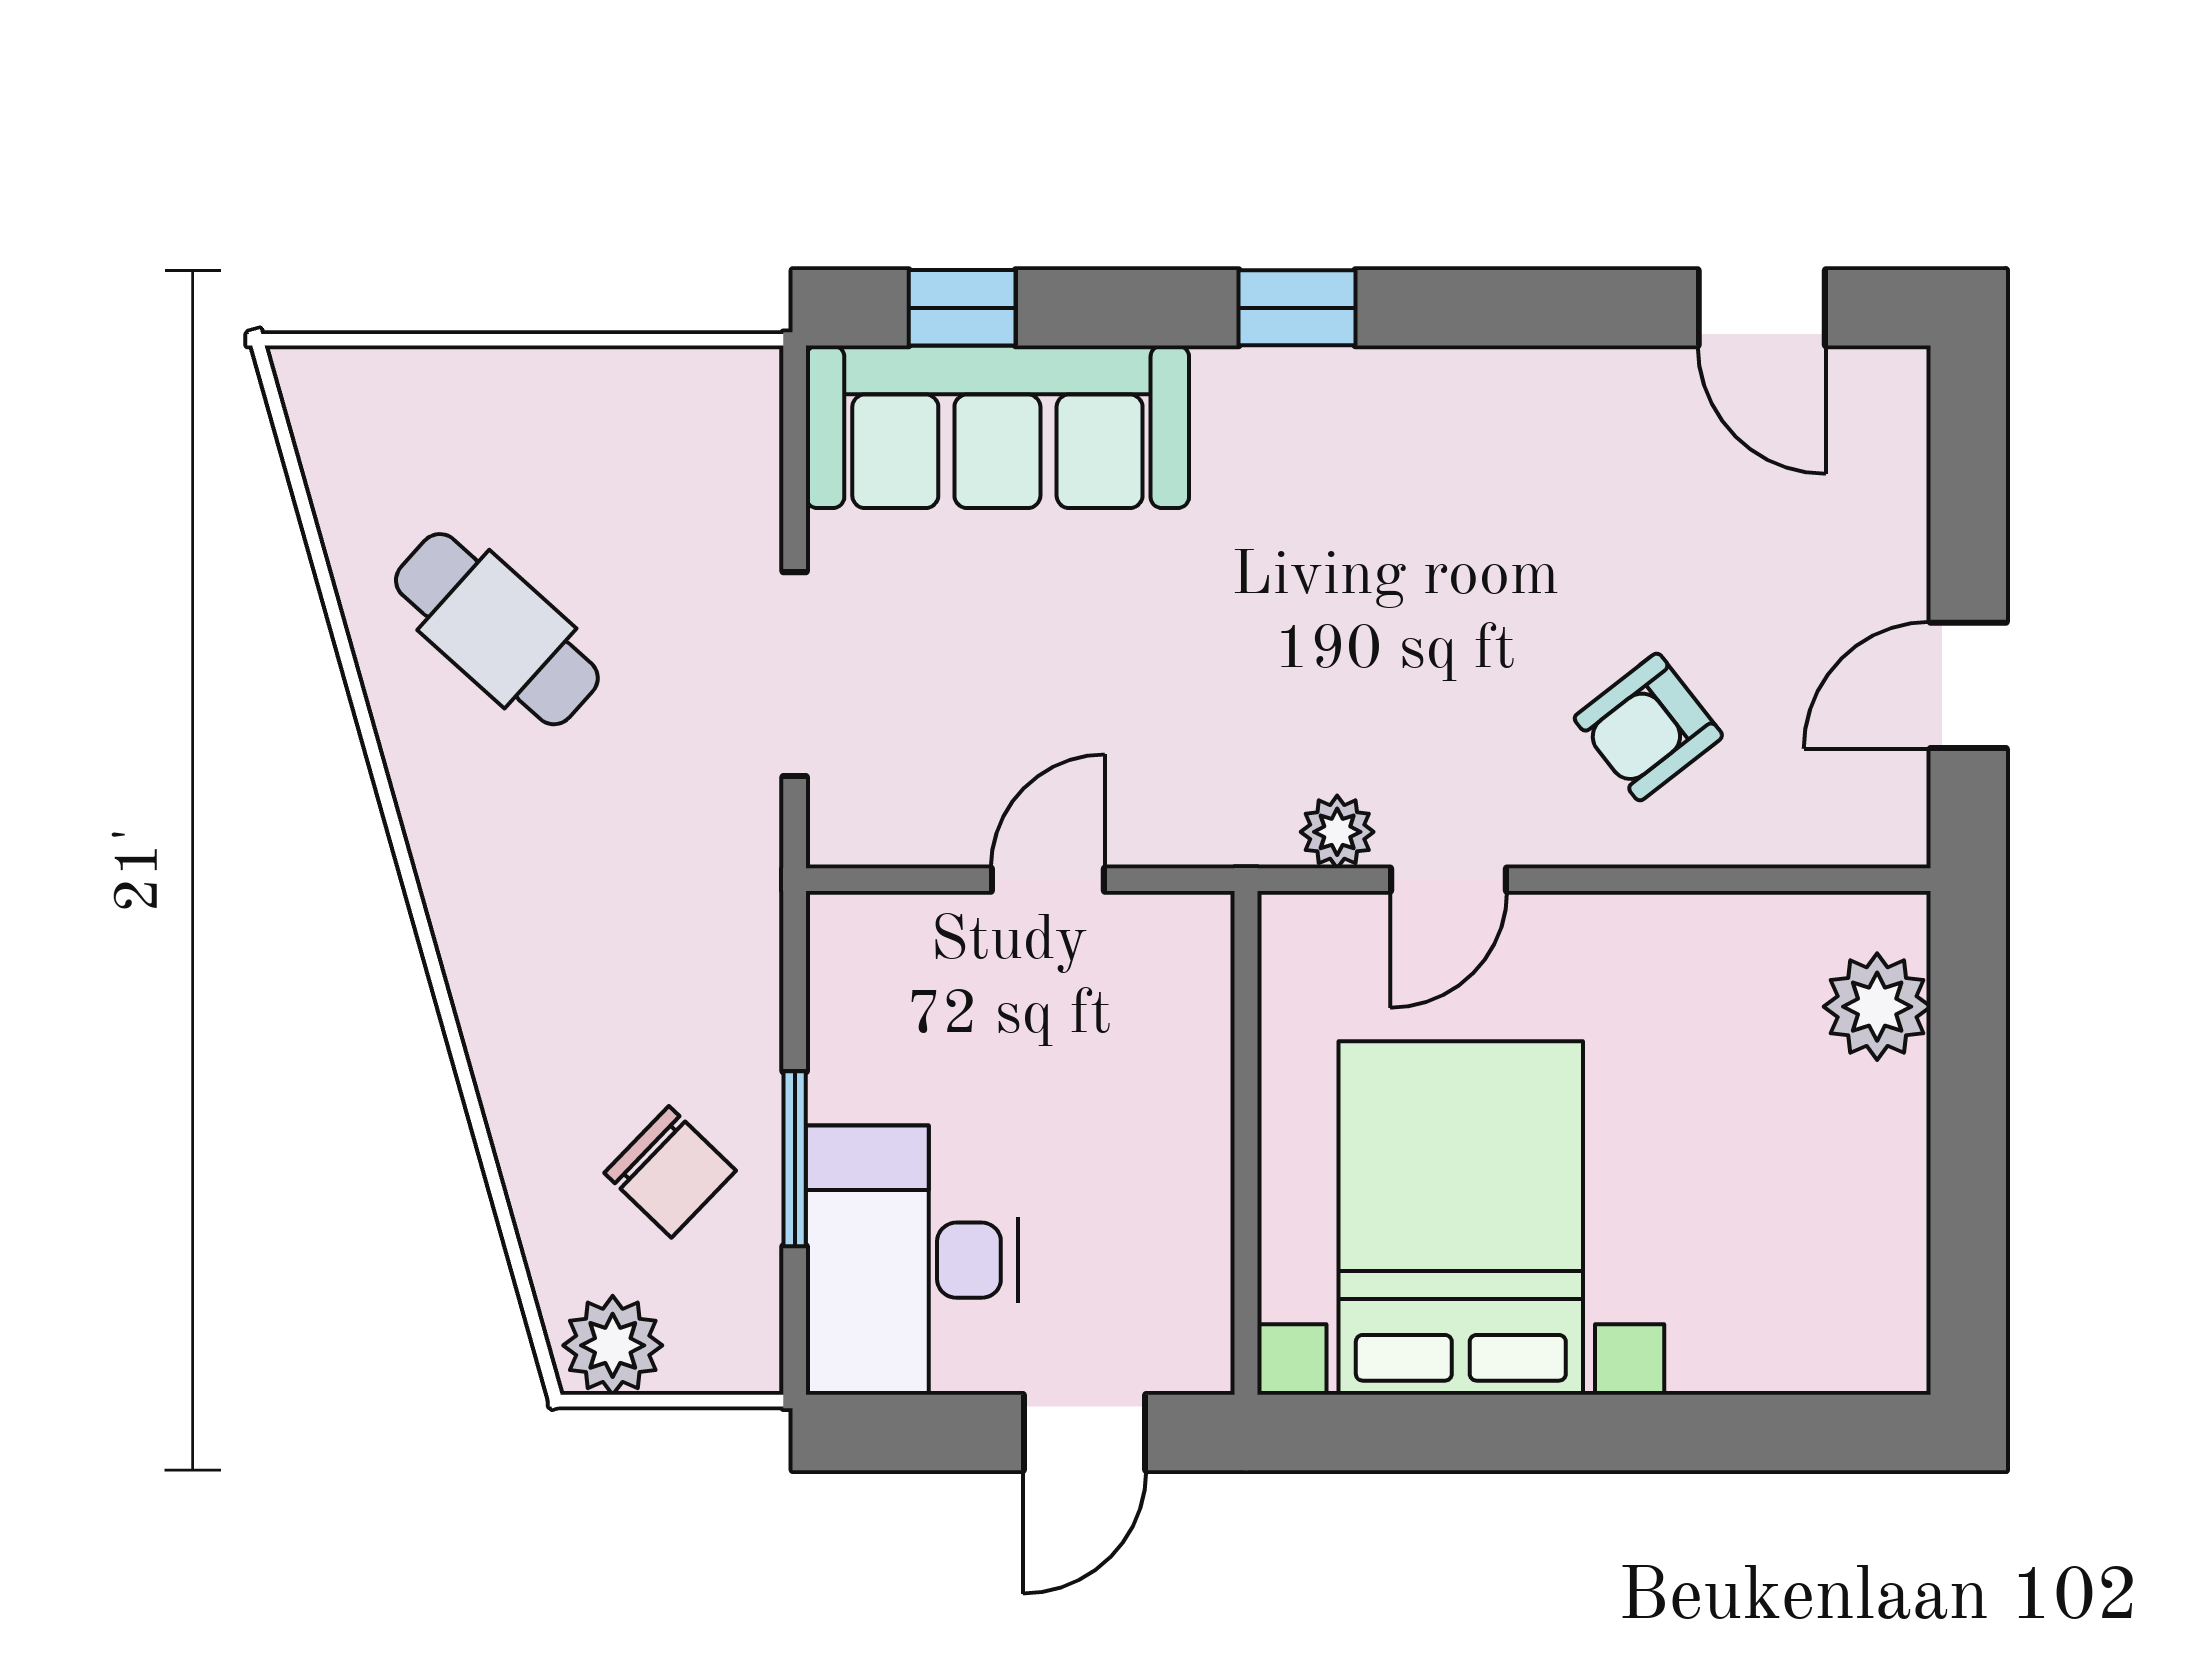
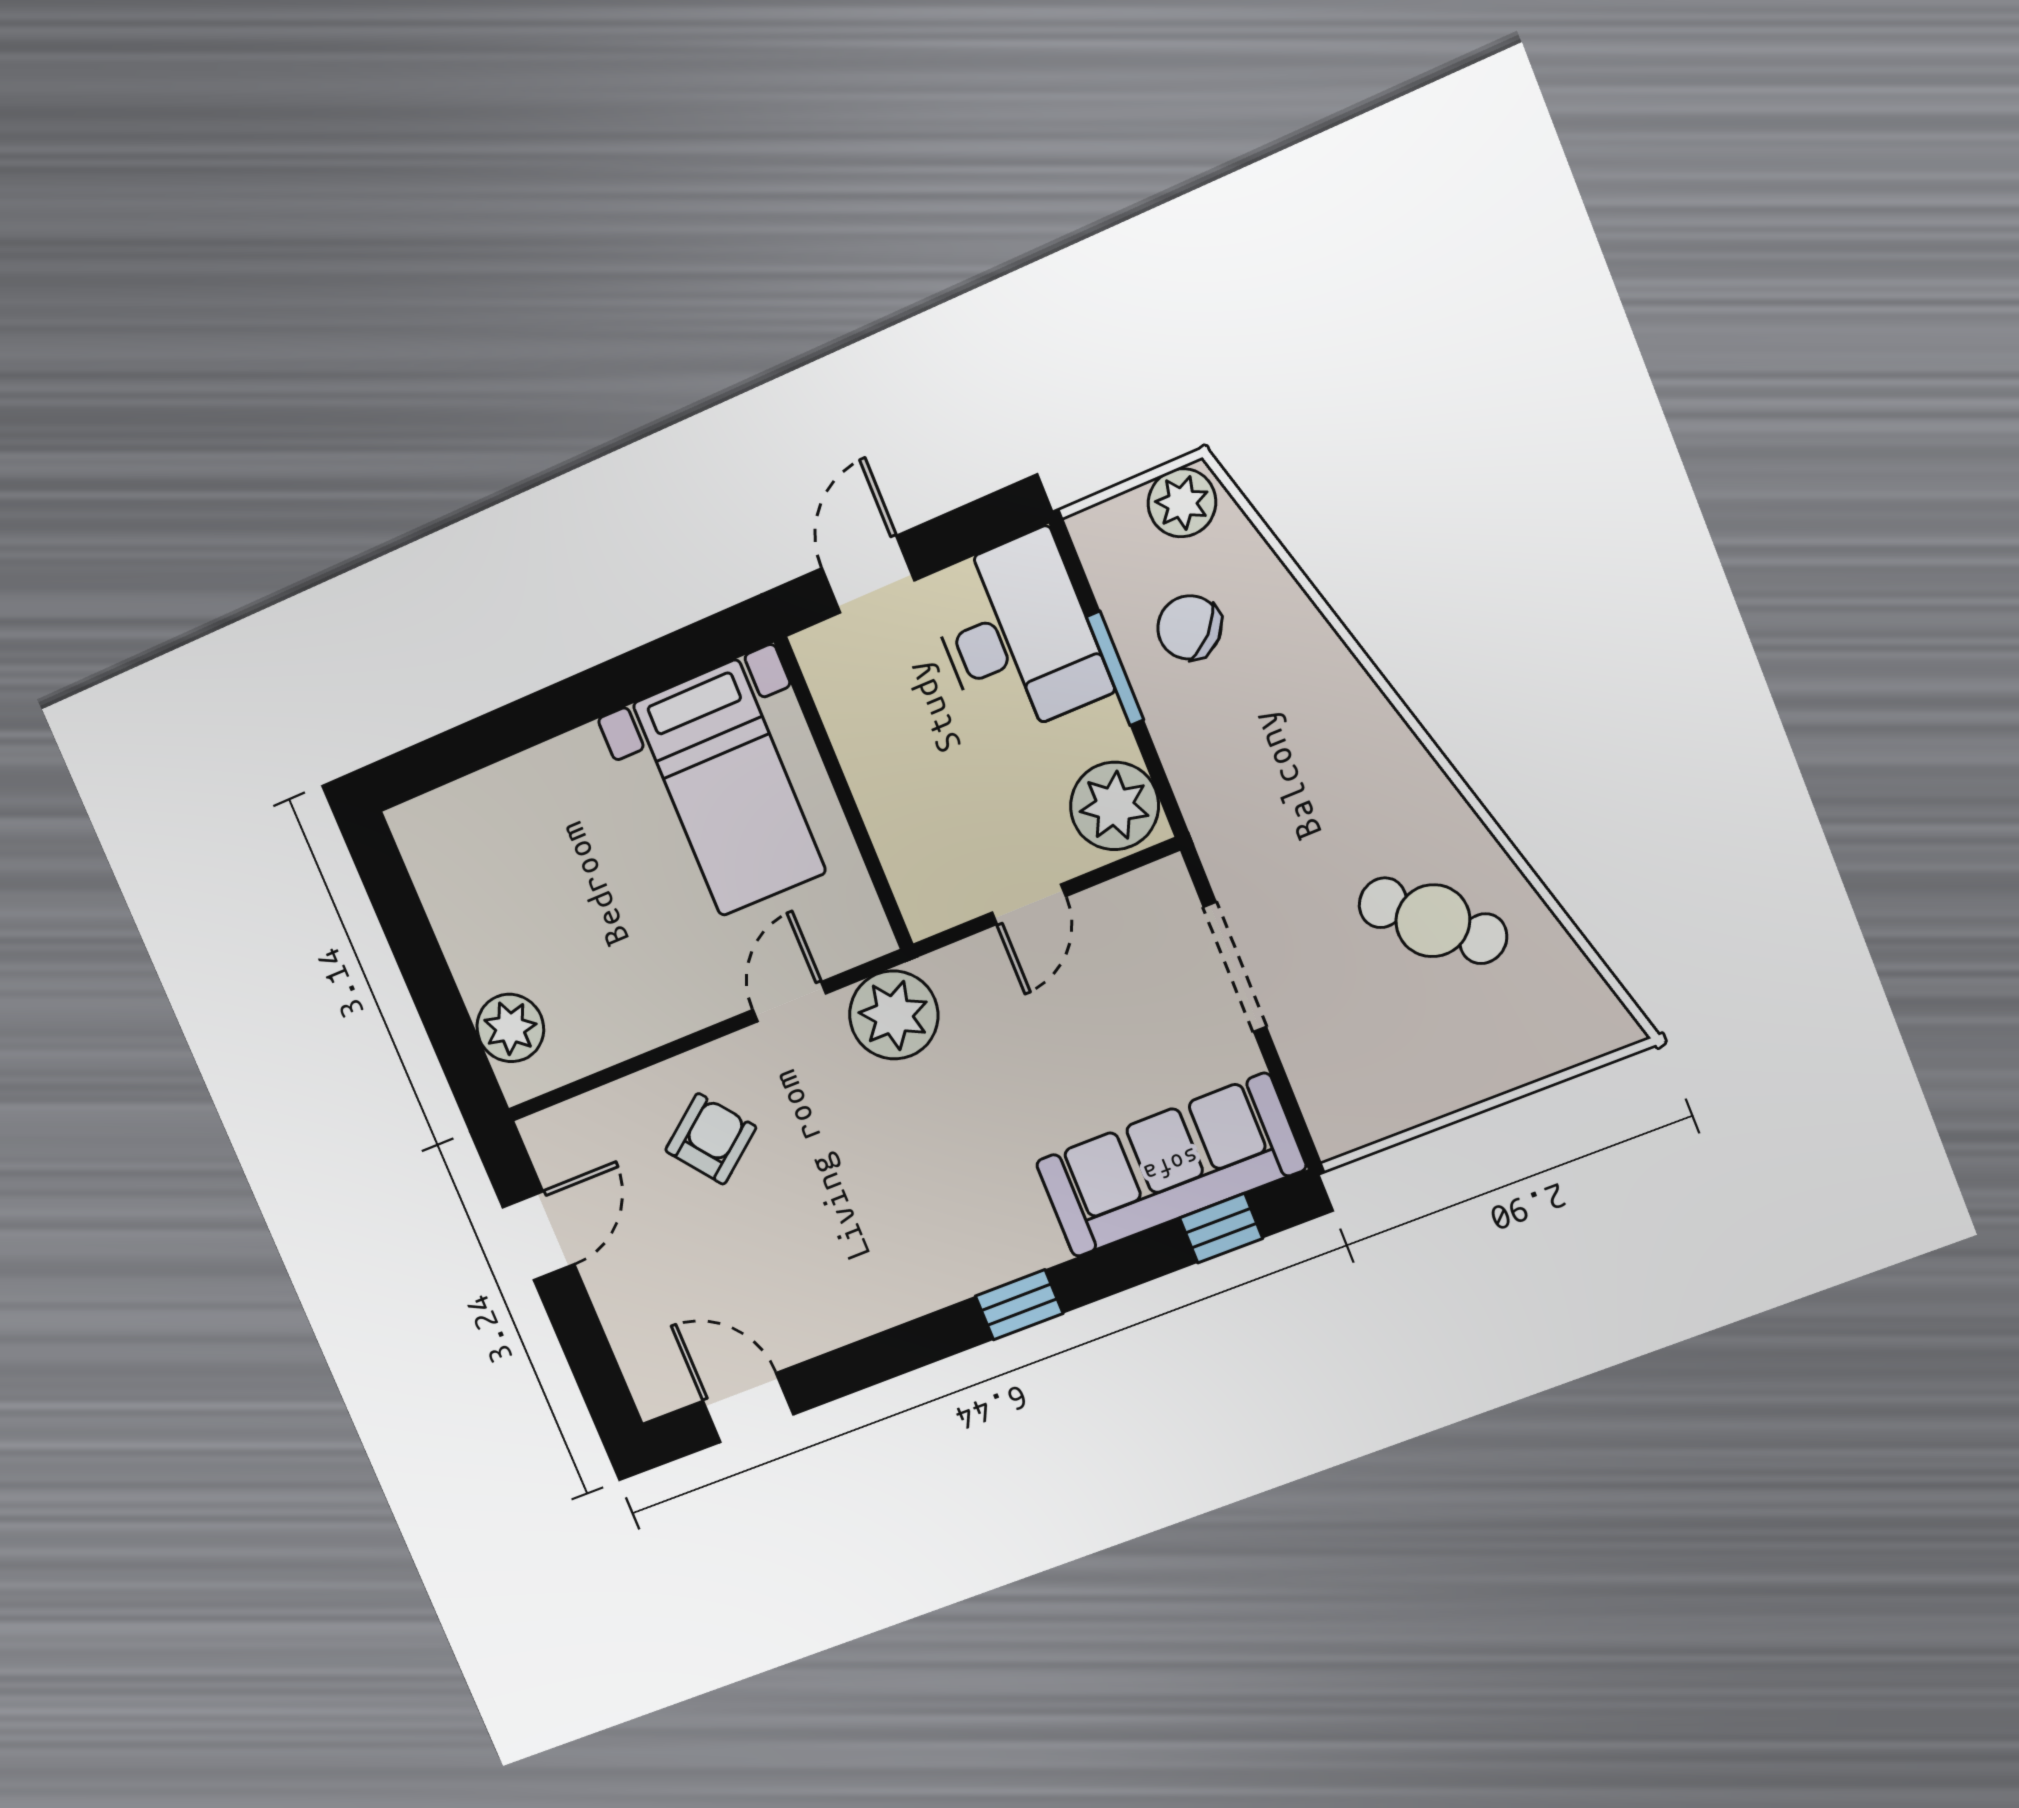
plant: (1337, 832) -> (894, 1015), width x1.87, depth x1.87
plant: (872, 968) -> (1115, 806), added
bed with nightstands: (1461, 1218) -> (729, 788), width x0.73

